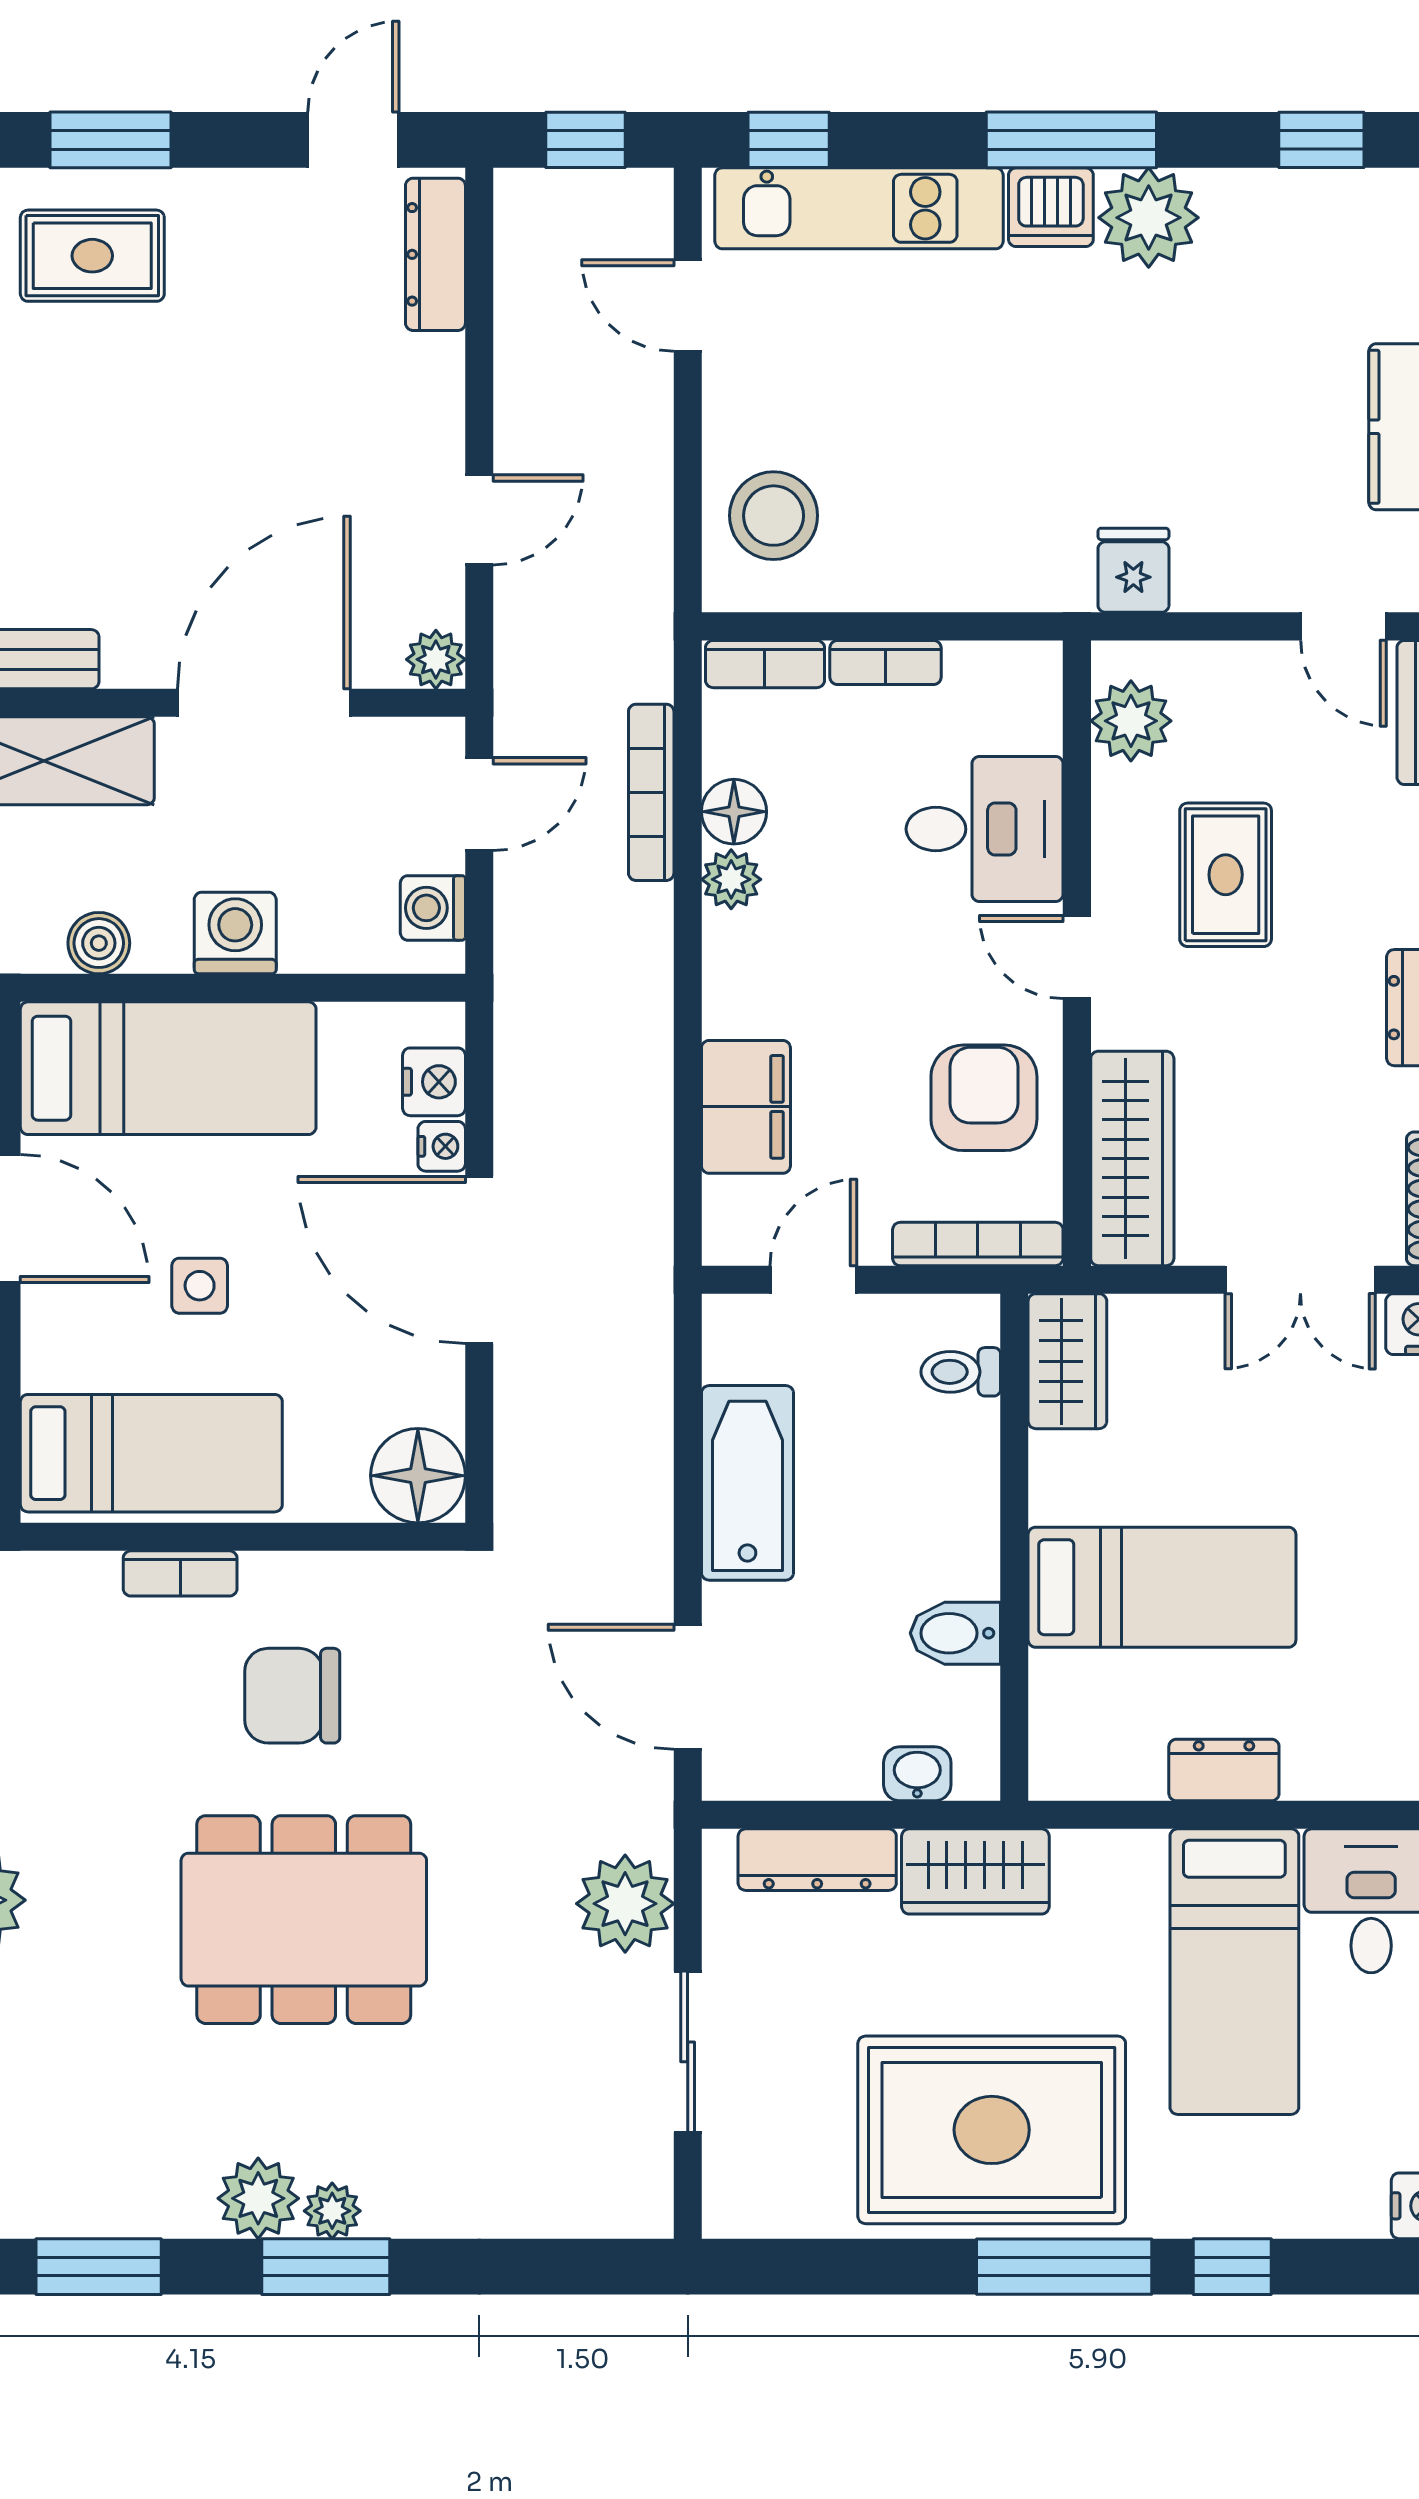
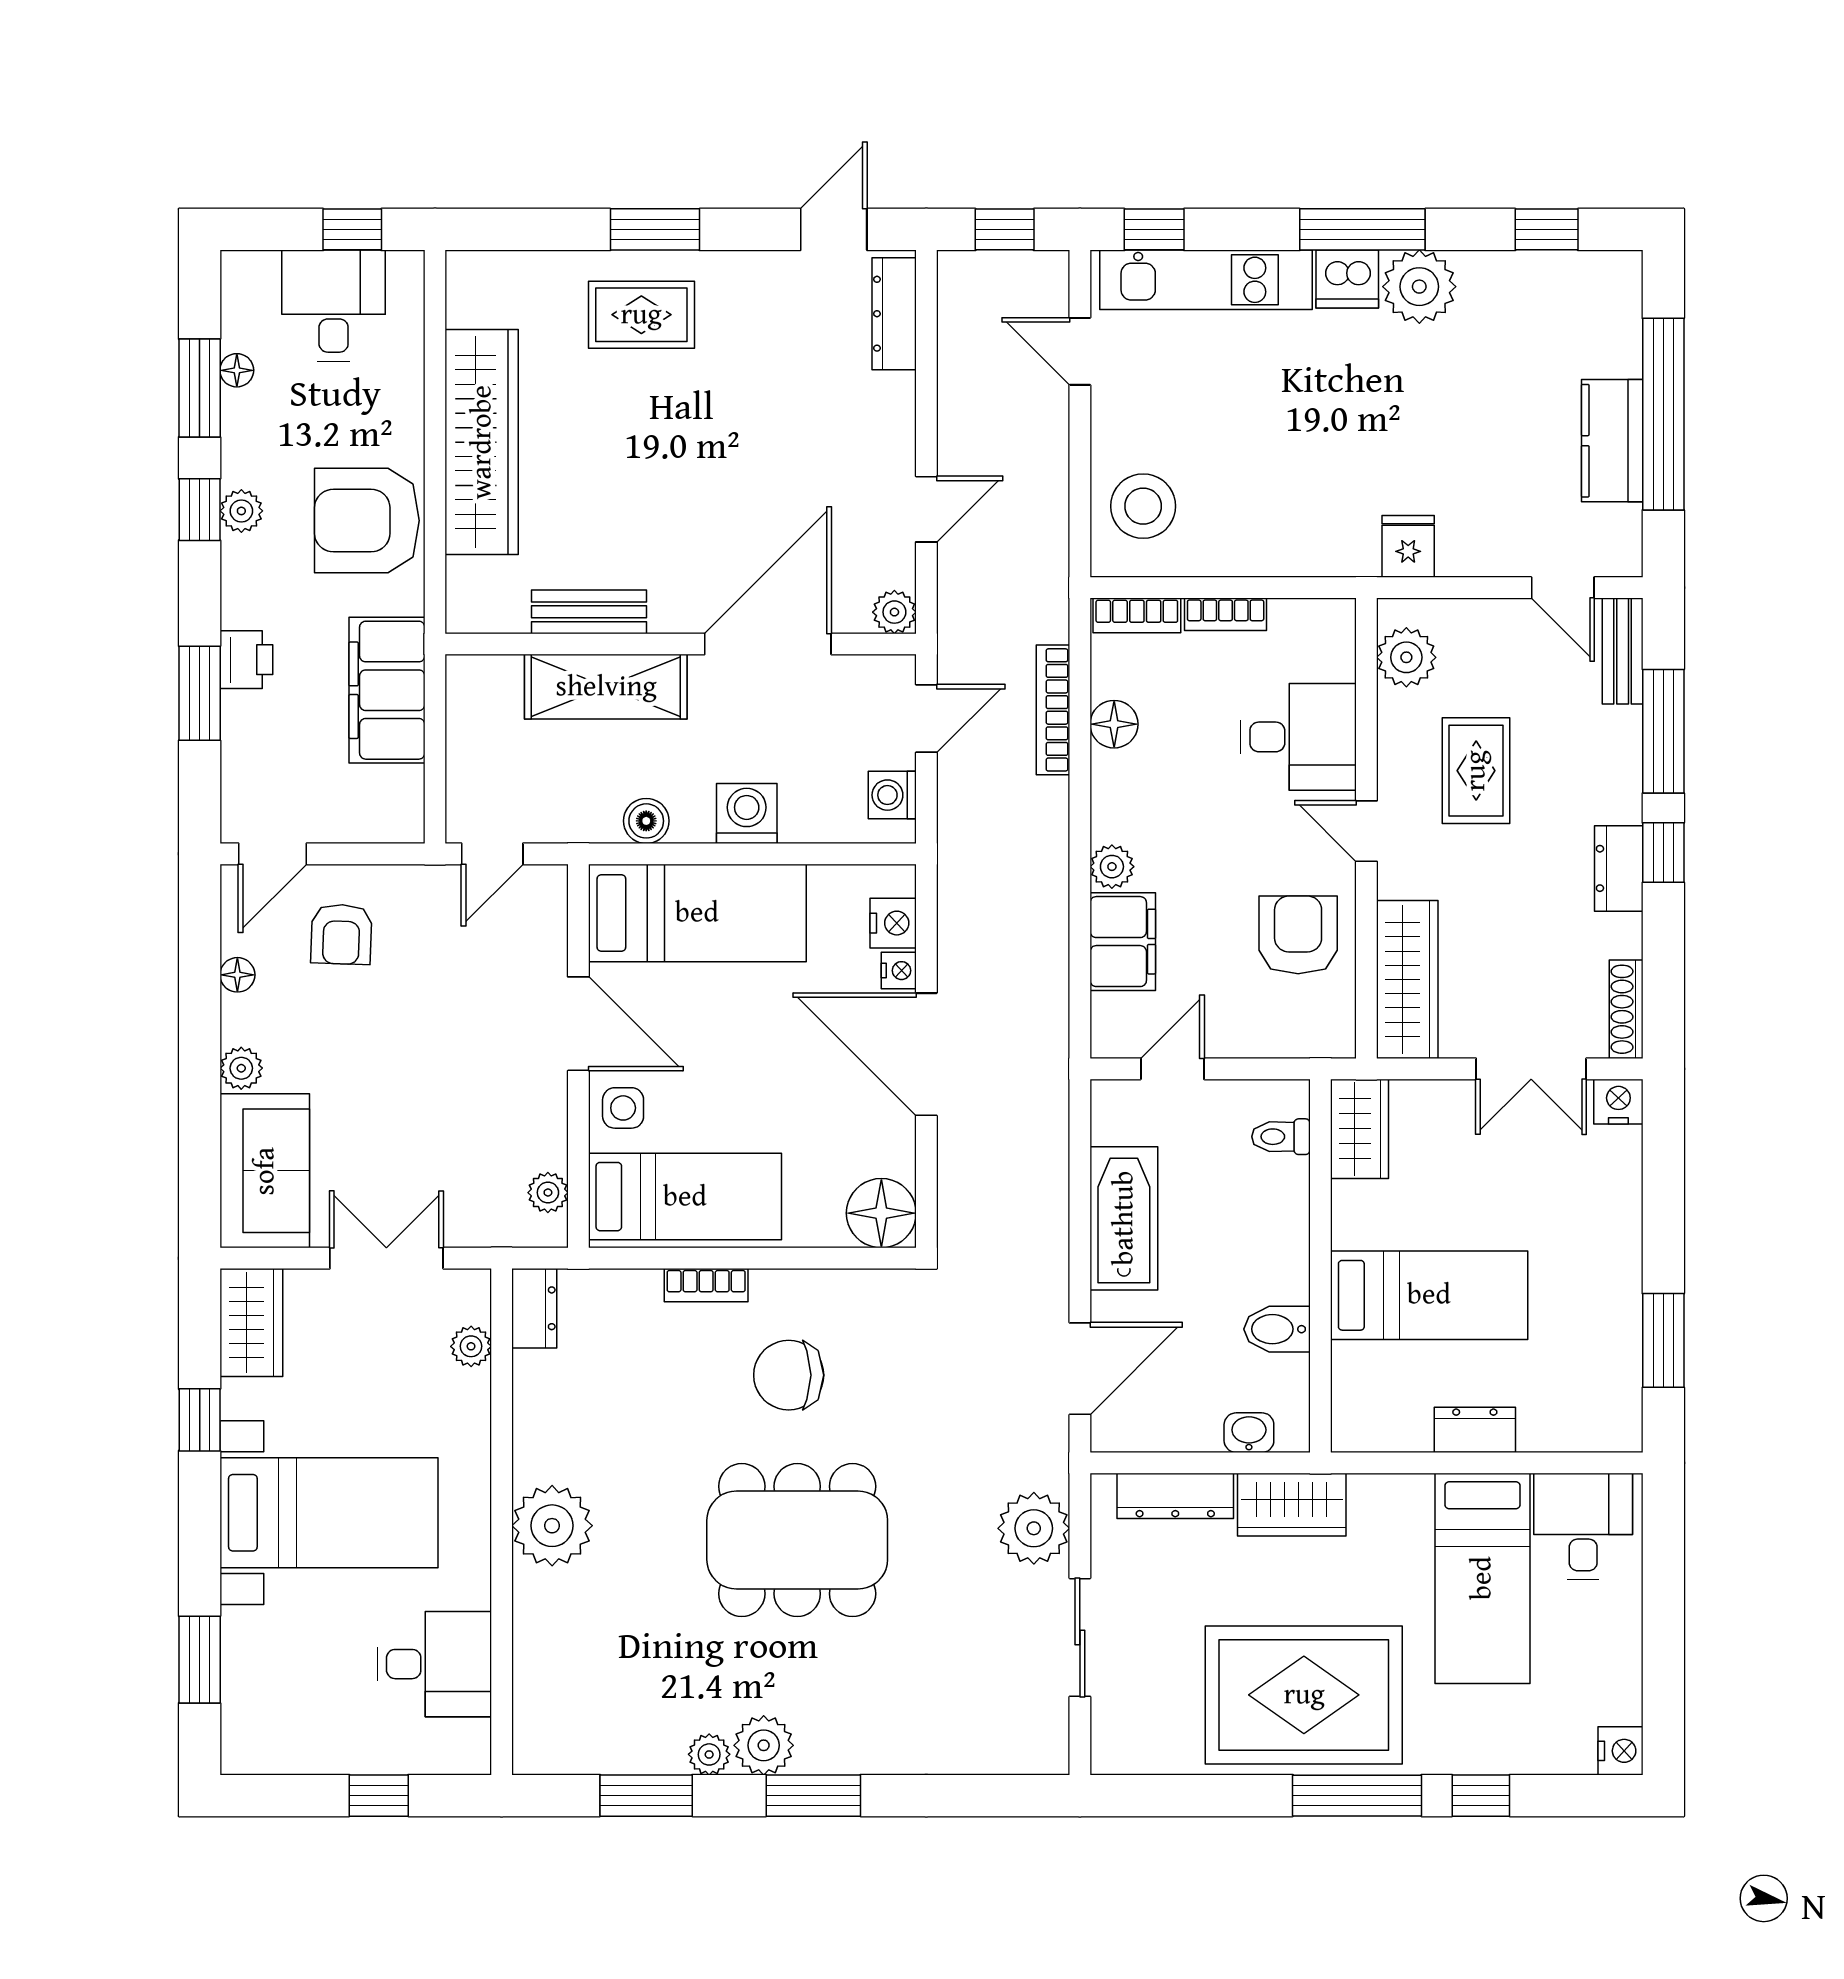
plant: (731, 879) -> (1112, 867), moved
bookcase: (978, 1244) -> (1294, 1043), removed
side table: (200, 1286) -> (623, 1108), moved
door: (688, 1687) -> (1080, 1369), swing flipped
plant: (332, 2211) -> (709, 1754), moved

